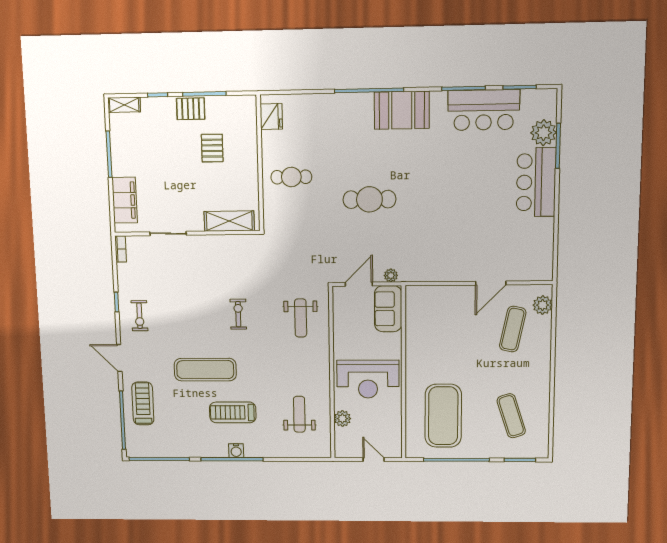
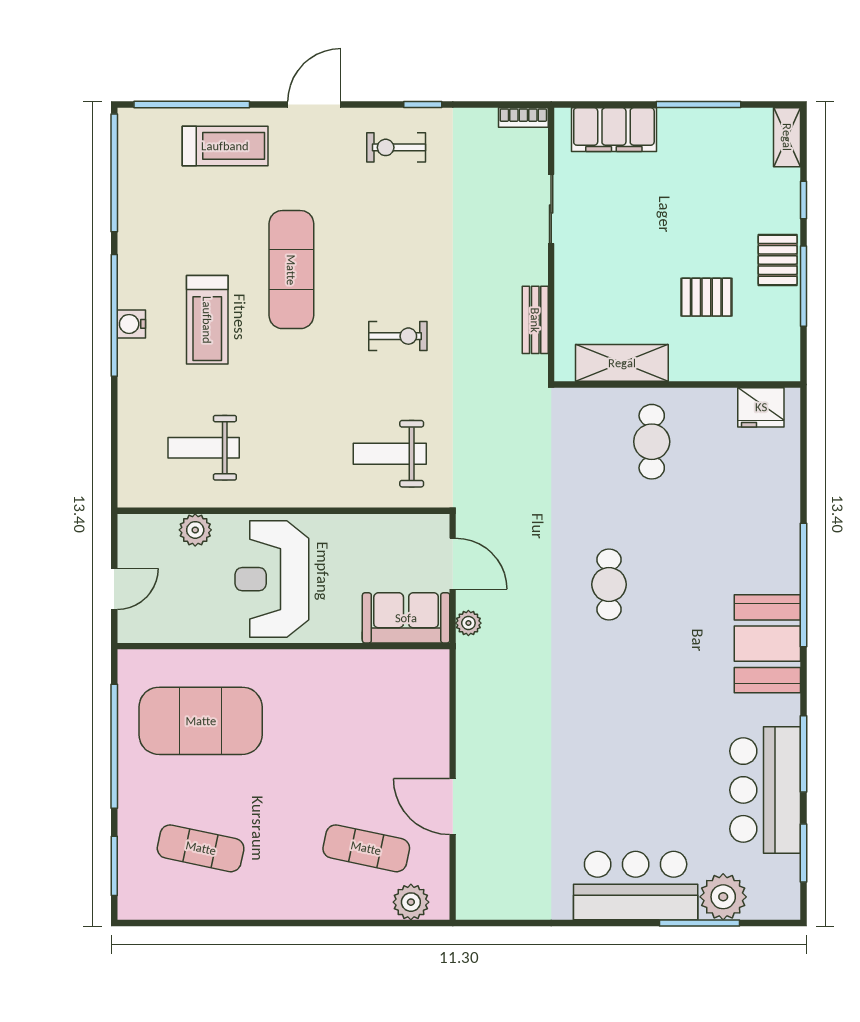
cafe table: (369, 199) -> (609, 584), width x0.73, depth x0.74
shelving: (229, 221) -> (622, 363), moved, turned 90
bench: (227, 241) -> (535, 320), added
treadmill: (233, 412) -> (207, 320), turned 180
weight bench: (299, 414) -> (204, 448), turned 180
exercise mat: (511, 416) -> (201, 848), turned 30

